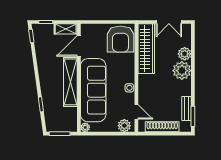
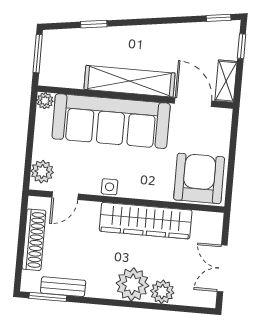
armchair: (120, 39) -> (199, 178), turned 90
wardrobe: (146, 49) -> (146, 221), moved

